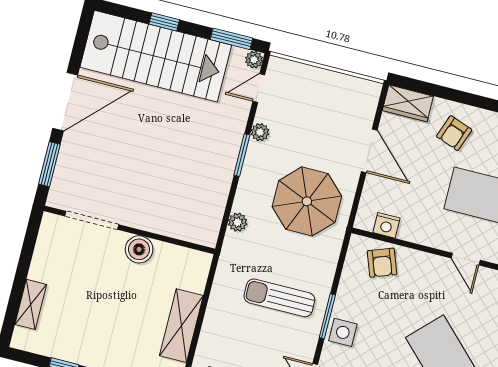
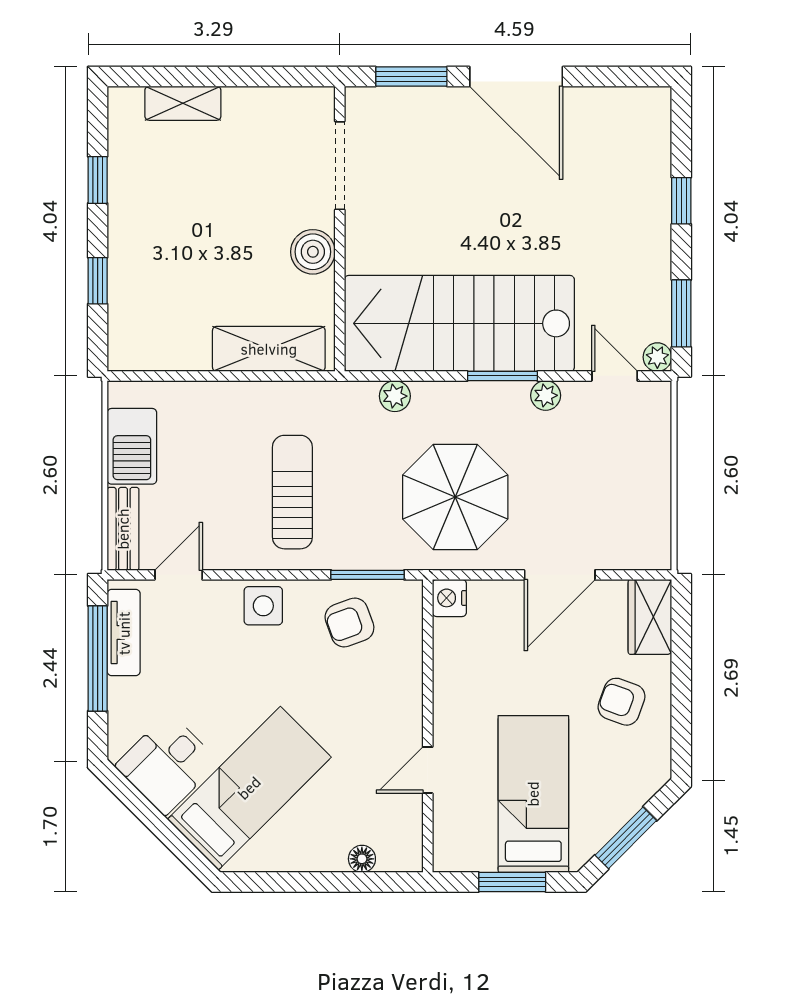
stairs: (156, 56) -> (459, 323), moved, turned 90
nightstand: (386, 225) -> (449, 598), moved
armchair: (382, 263) -> (349, 622), moved
window: (327, 316) -> (368, 575), moved
shelving: (181, 326) -> (269, 349), moved

